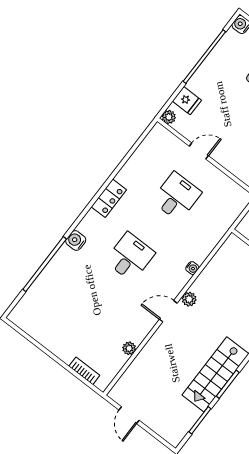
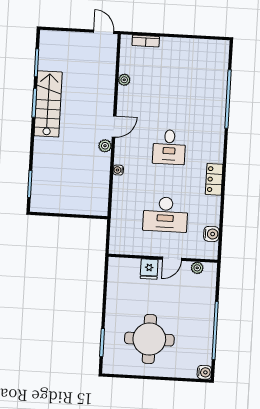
fridge: (187, 101) -> (149, 269), moved, turned -90
plant: (169, 117) -> (197, 268), moved
desk: (177, 197) -> (165, 214), width x1.37
water cooler: (76, 240) -> (211, 234), moved
door: (129, 415) -> (104, 32), moved

